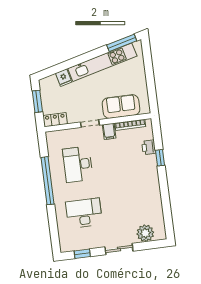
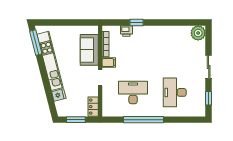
desk: (78, 164) -> (133, 92), turned 180
plant: (145, 233) -> (198, 33), moved

